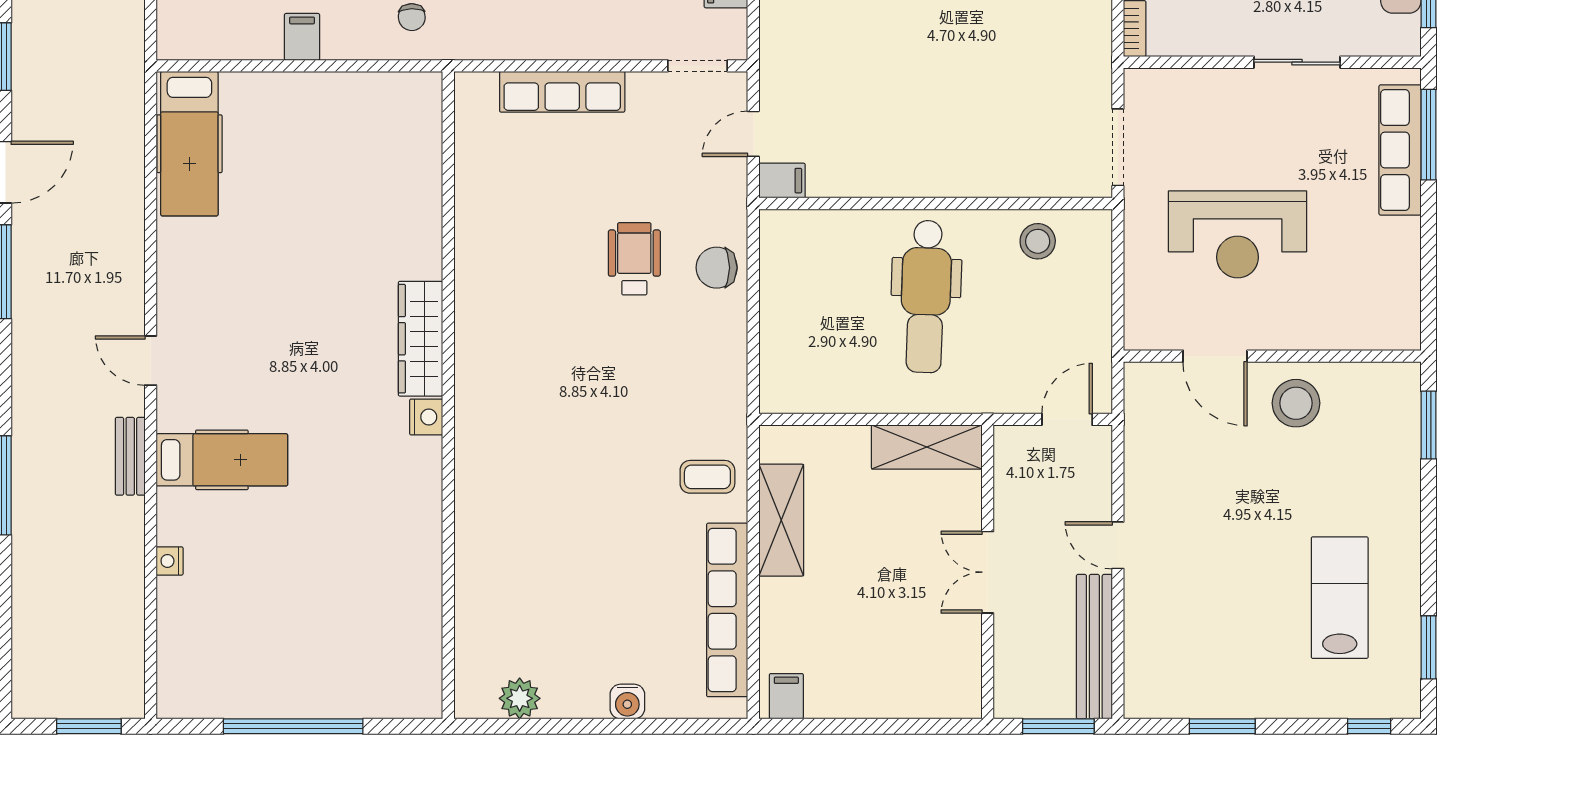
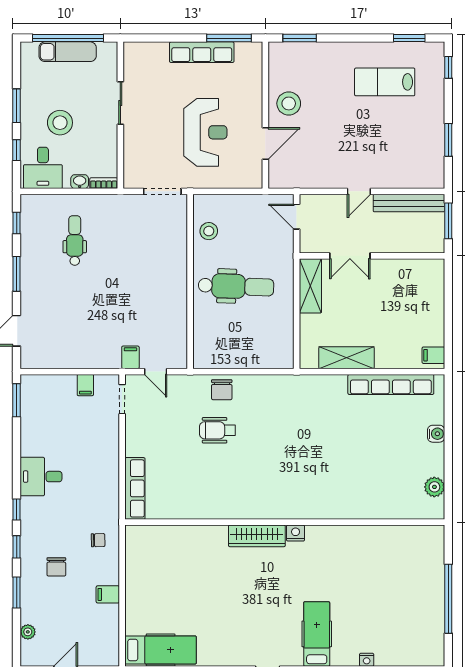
row of seats: (562, 92) -> (135, 488), moved
window: (1429, 135) -> (229, 38), moved
row of seats: (1400, 150) -> (202, 52), moved
filing cabinet: (782, 181) -> (130, 357), moved
coffee table: (707, 477) -> (325, 394), removed
double door: (988, 572) -> (350, 256), moved

